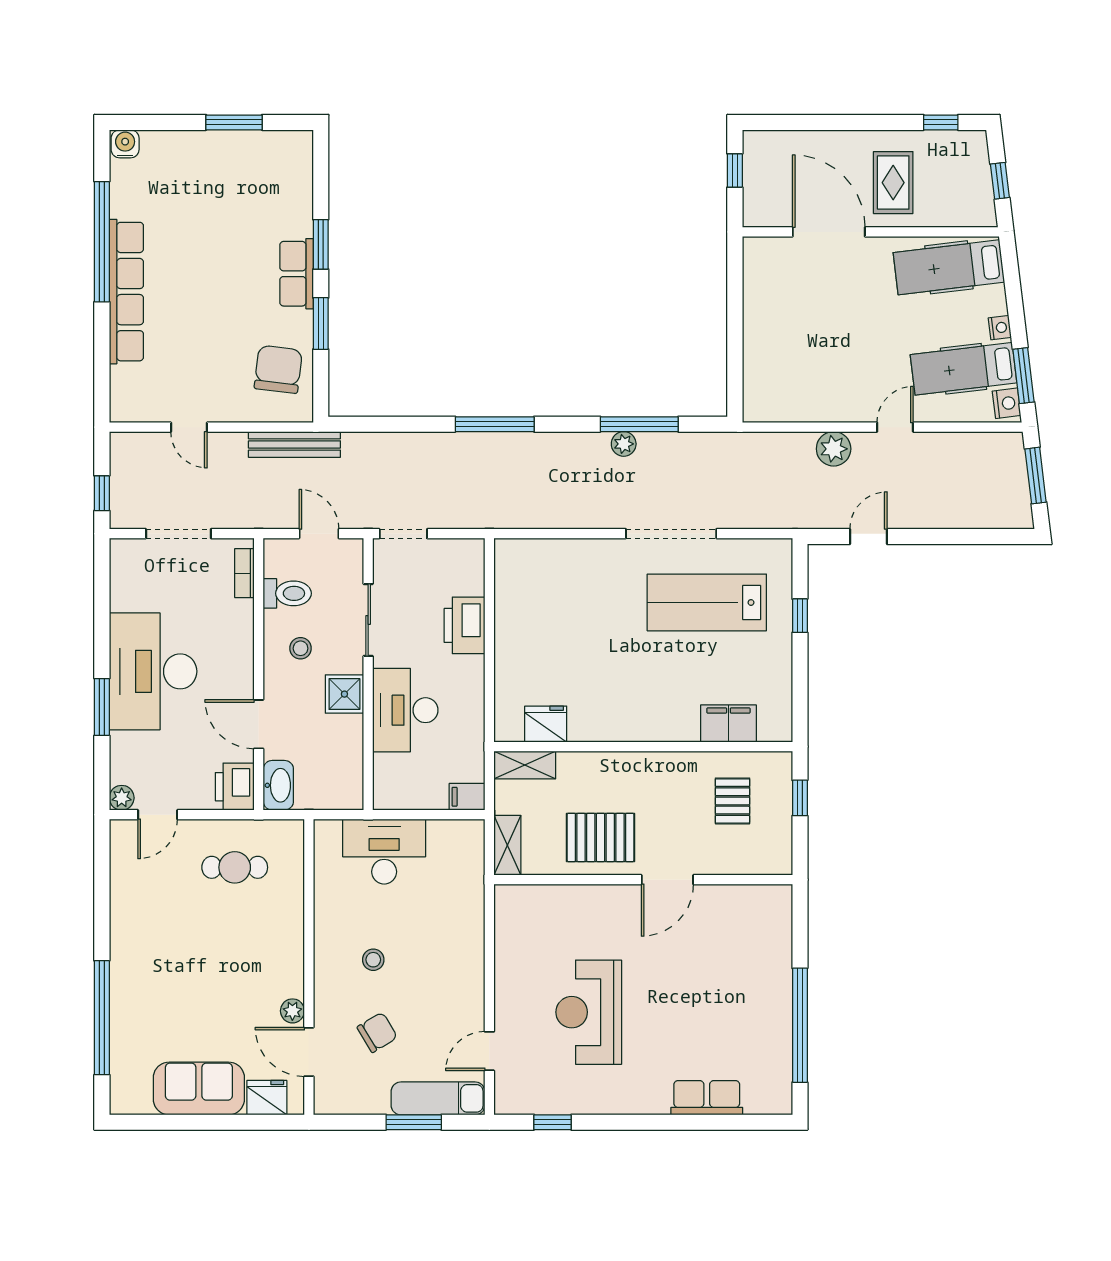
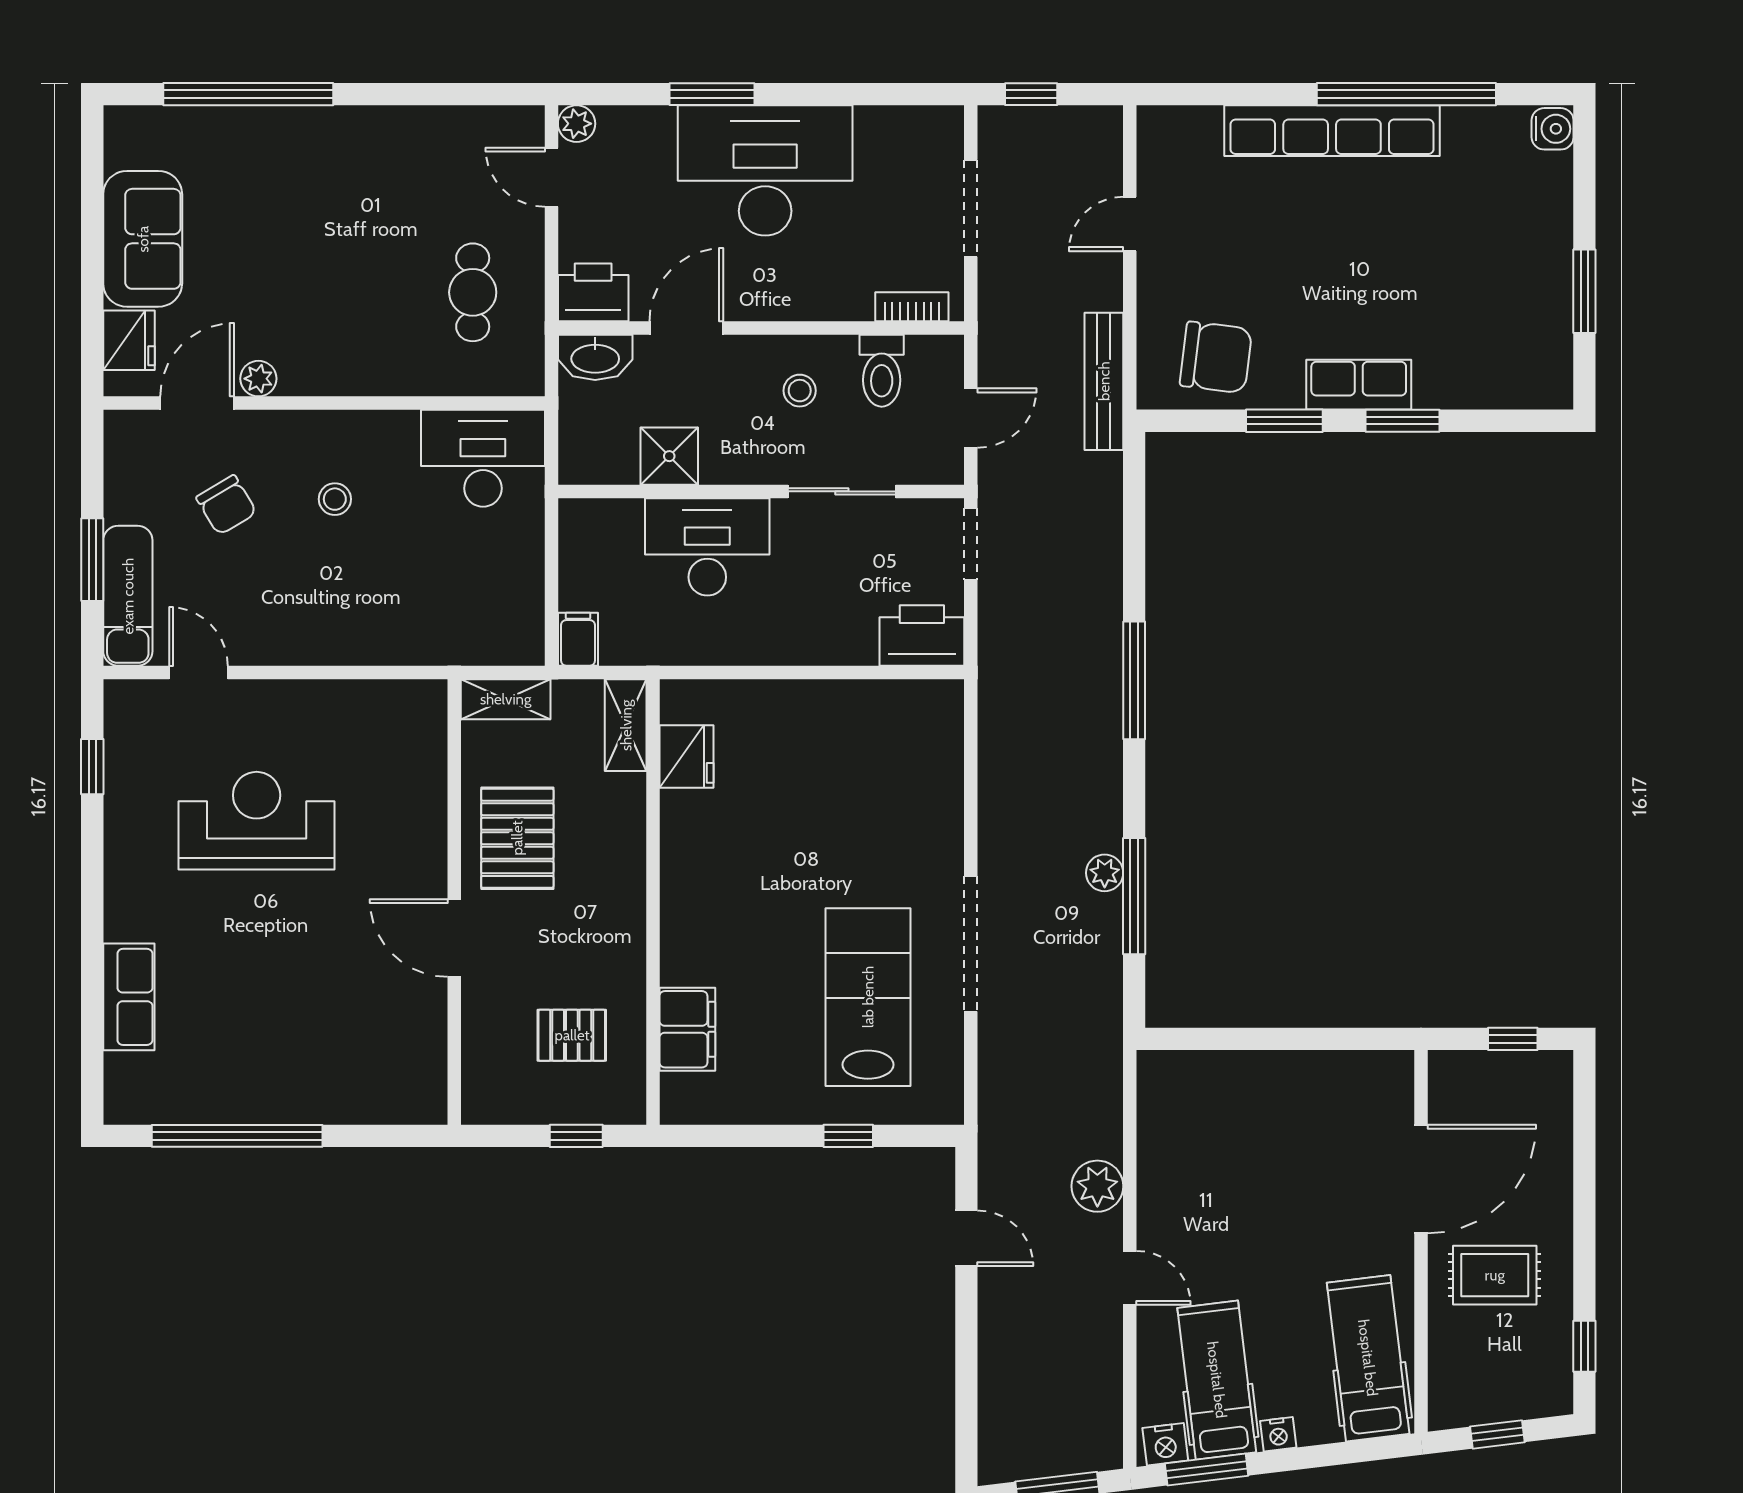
printer: (465, 625) -> (922, 635), moved
shower: (344, 694) -> (669, 456), moved
desk: (384, 852) -> (483, 458), moved, turned -90

